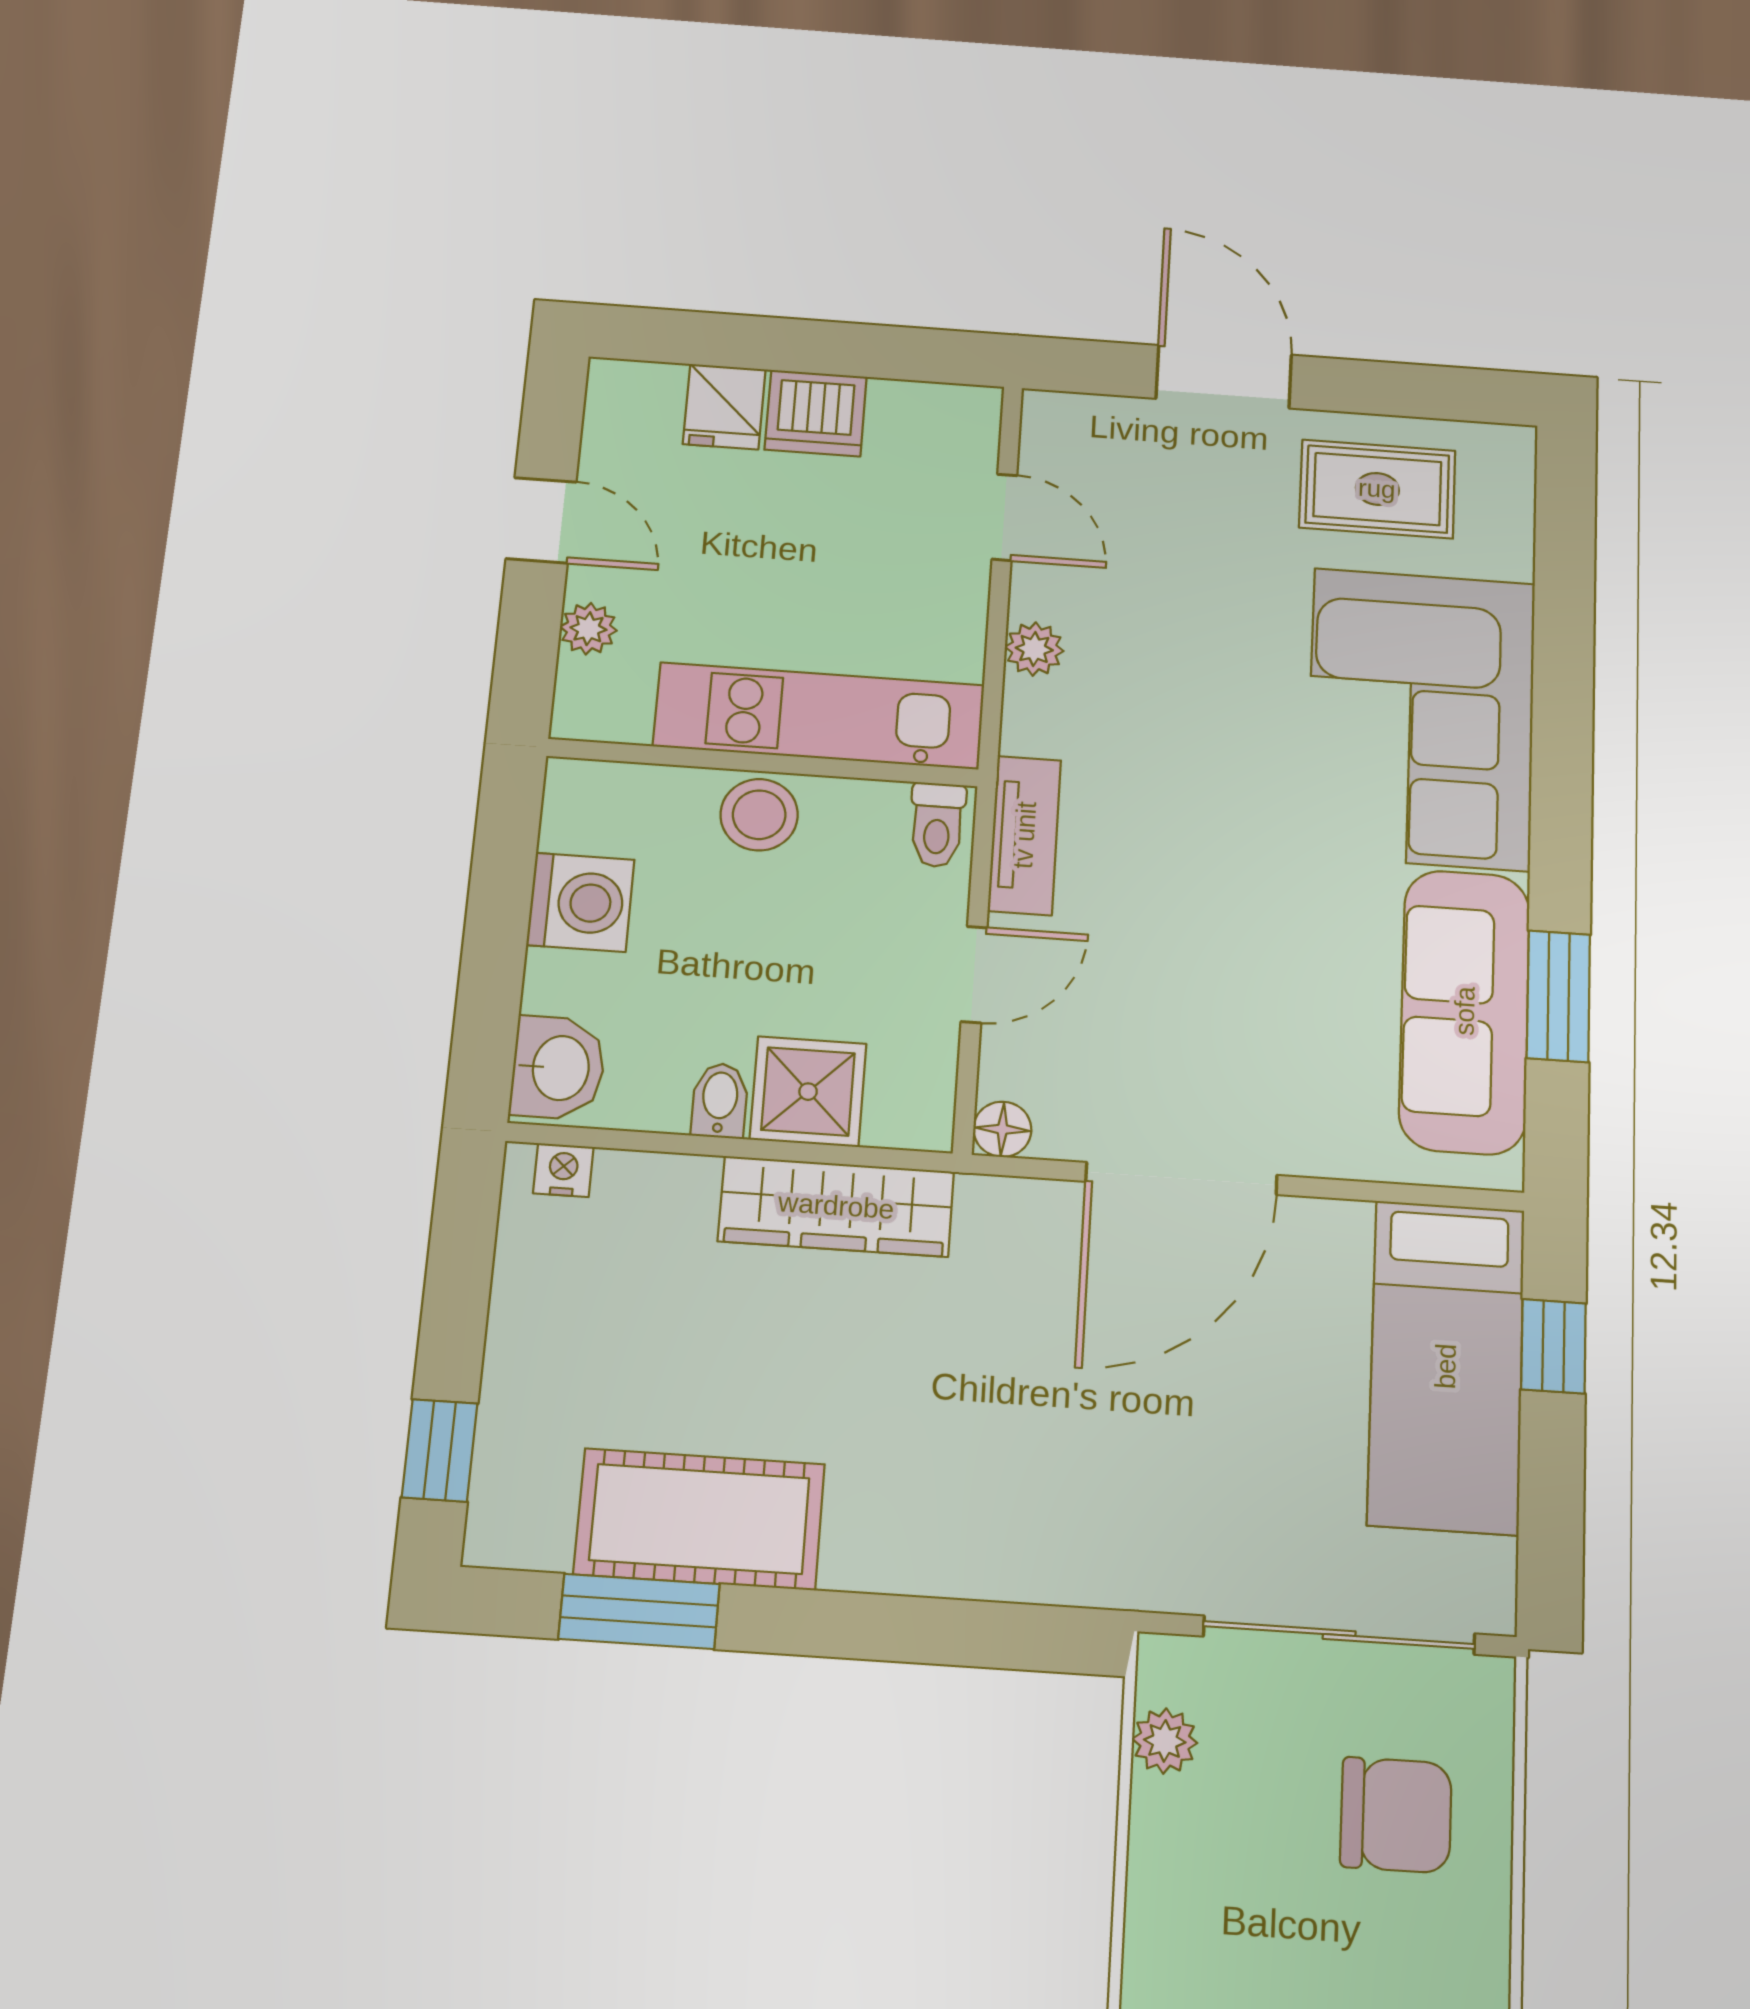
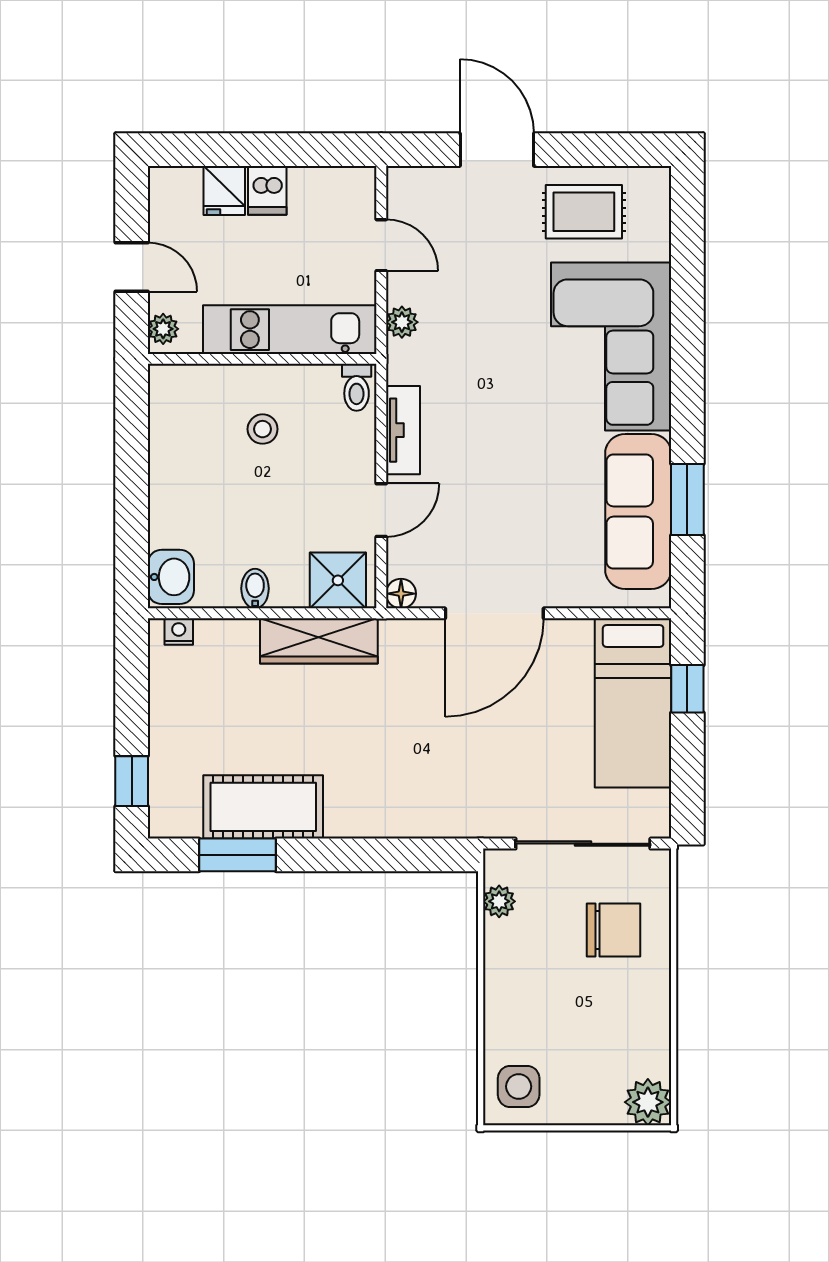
dishwasher: (816, 413) -> (267, 190), width x0.73
kitchen unit: (819, 716) -> (290, 330), moved
wall: (763, 763) -> (262, 359), moved
stool: (759, 815) -> (263, 429), width x0.73, depth x0.73
toilet: (937, 825) -> (357, 387), moved
washing machine: (581, 902) -> (174, 485), removed
shower: (808, 1092) -> (338, 580), moved

